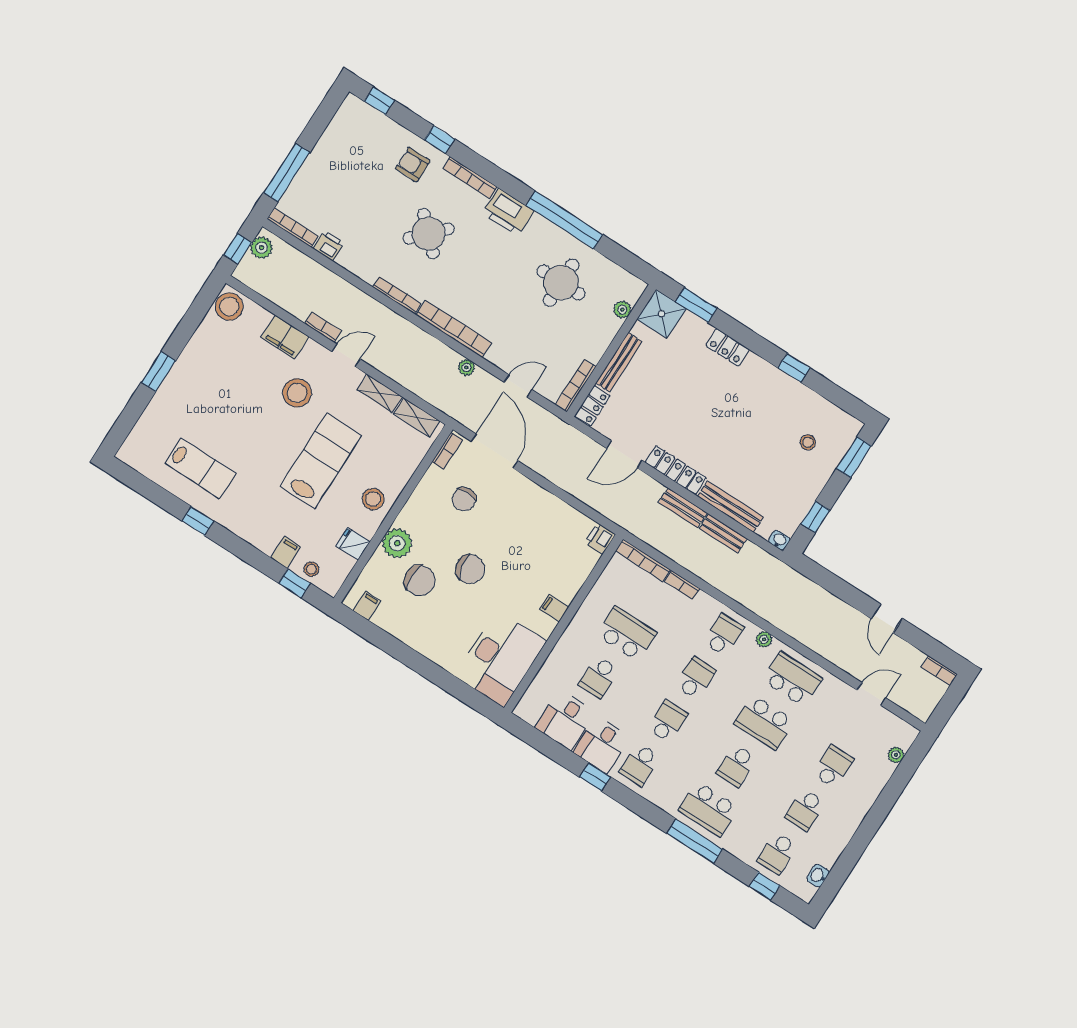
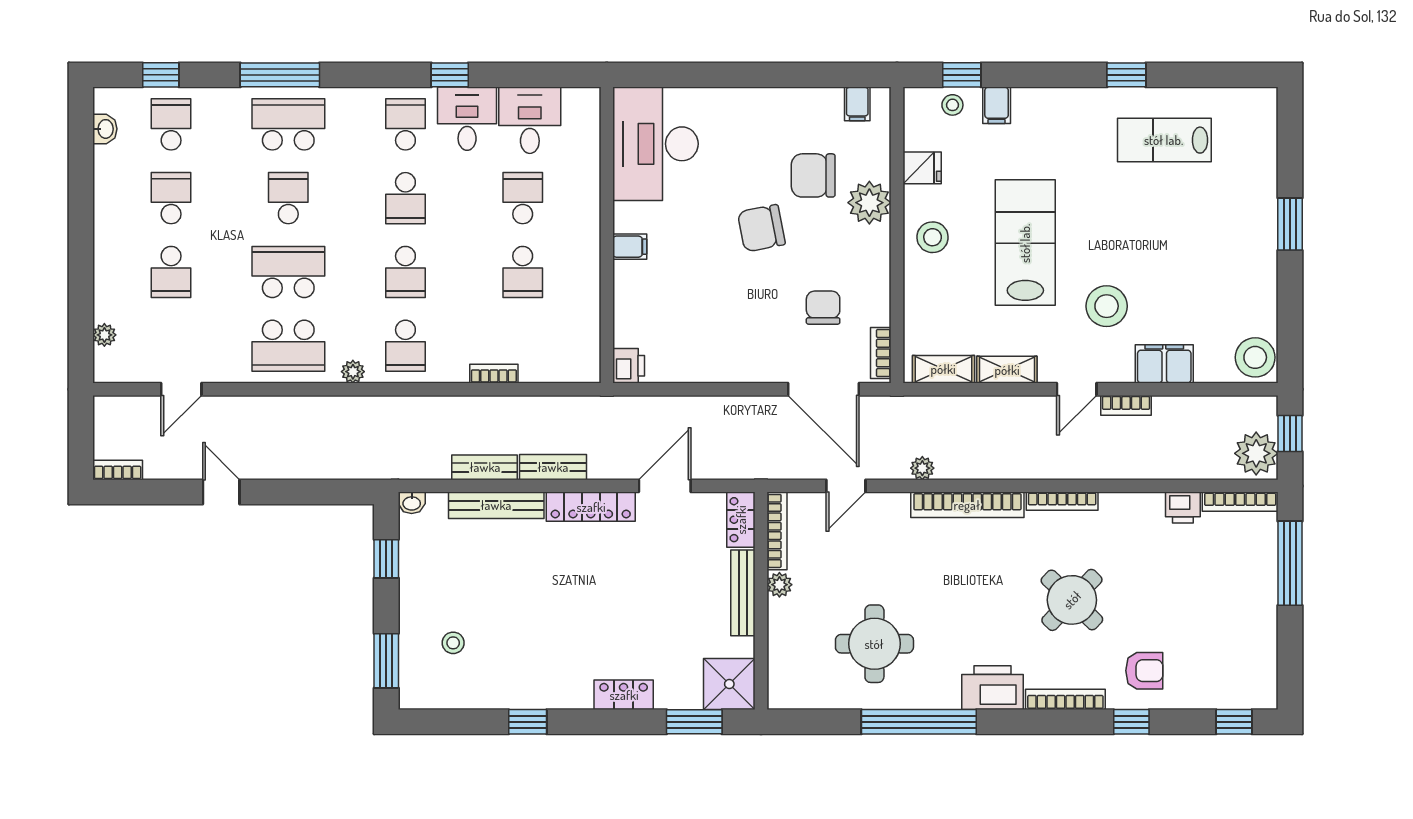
plant: (262, 248) -> (1256, 453), width x1.36, depth x1.36
plant: (622, 310) -> (779, 585), moved
lab bench: (321, 461) -> (1025, 243), turned 180
bookcase: (643, 560) -> (561, 373), removed
school desk: (627, 634) -> (523, 272), width x0.54

